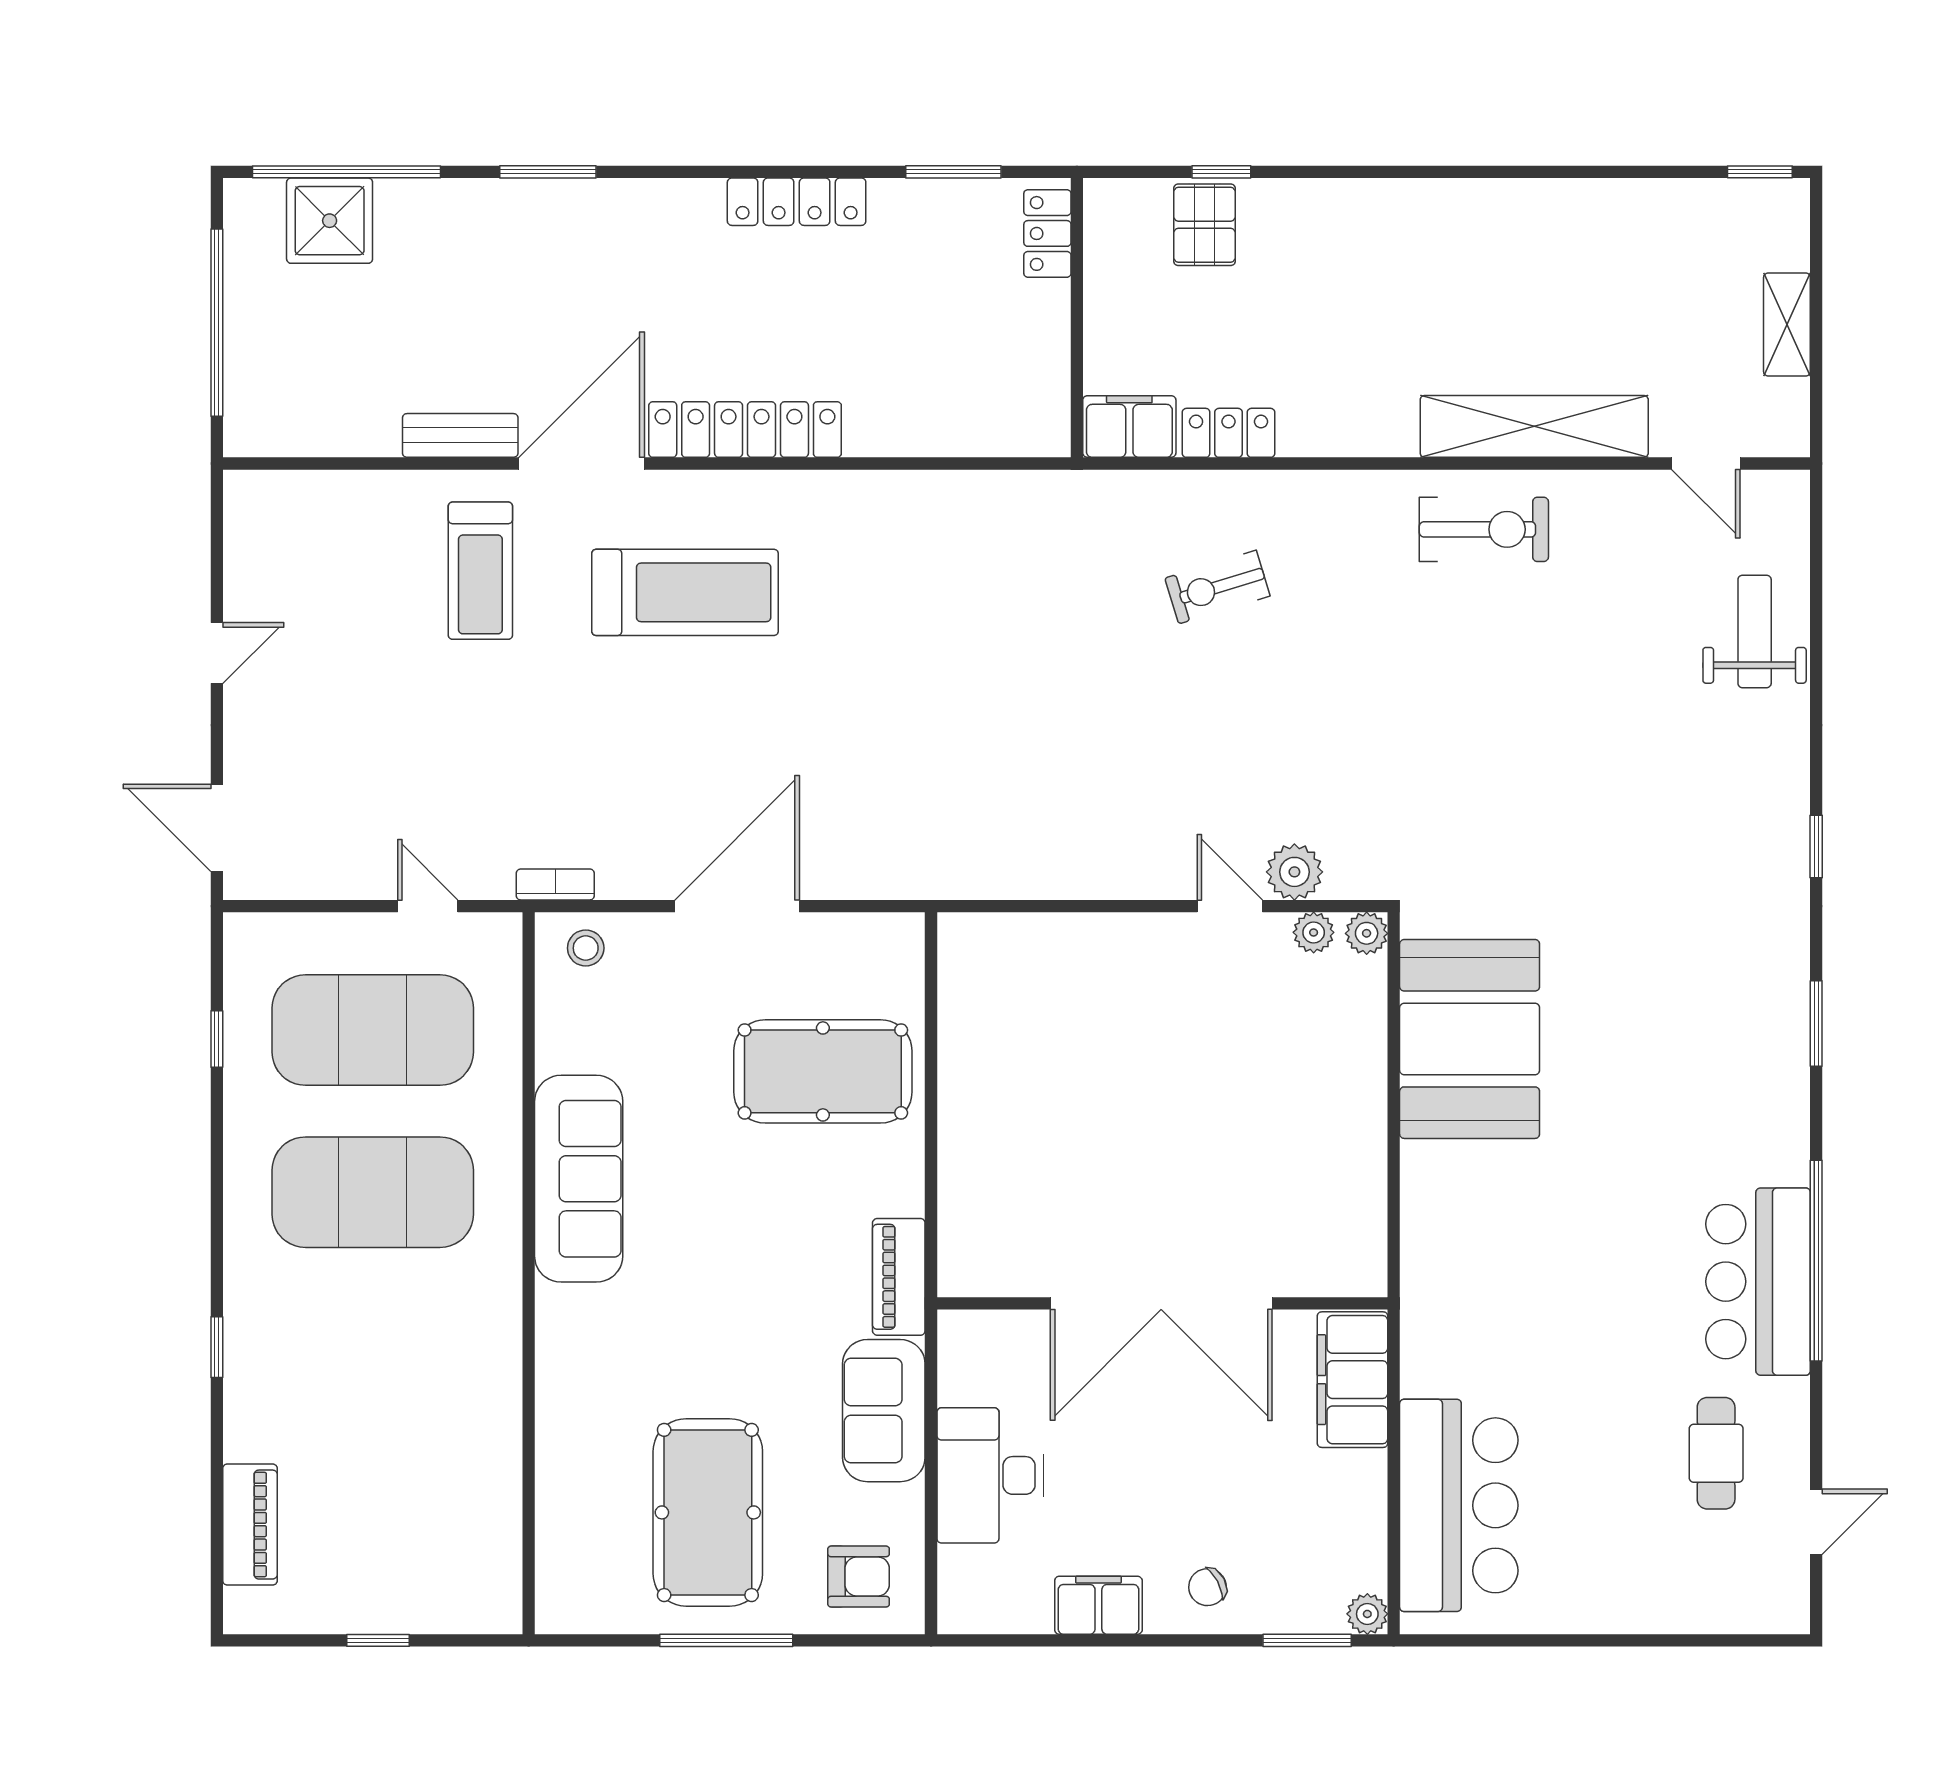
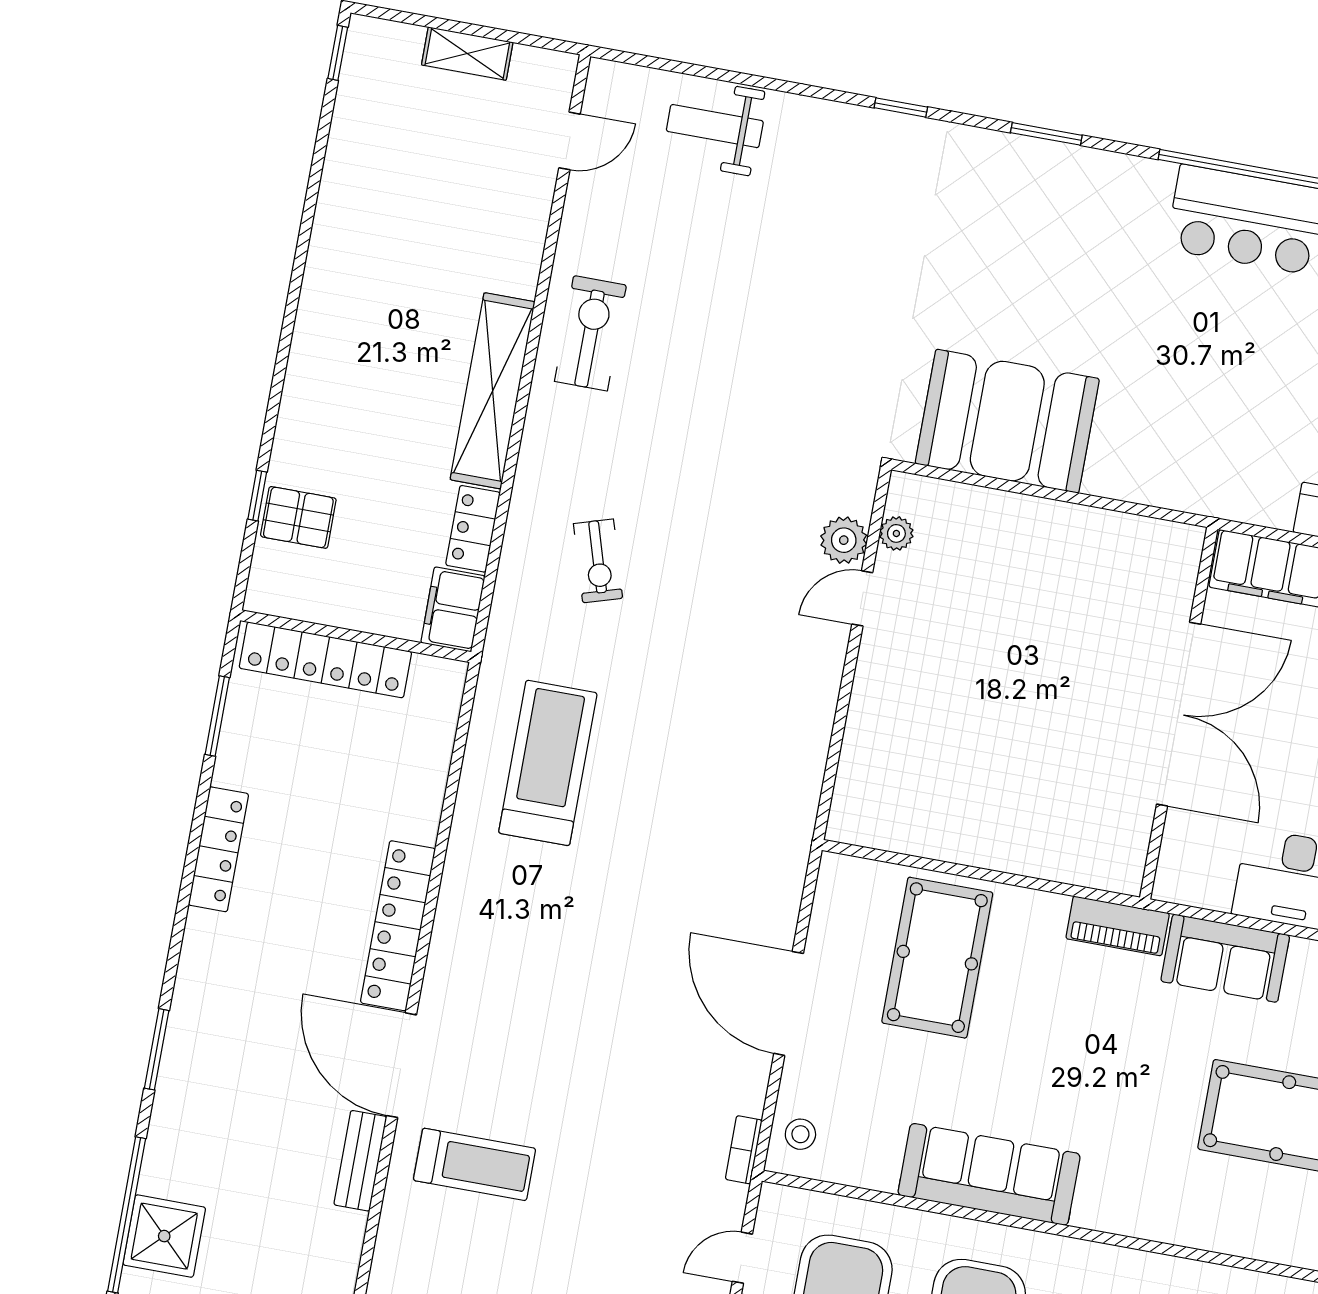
locker: (1047, 233) -> (325, 660), width x2.16, depth x1.21
shelving: (1534, 426) -> (493, 391), moved
treadmill: (685, 592) -> (548, 763), moved
plant: (1367, 933) -> (905, 490), removed

